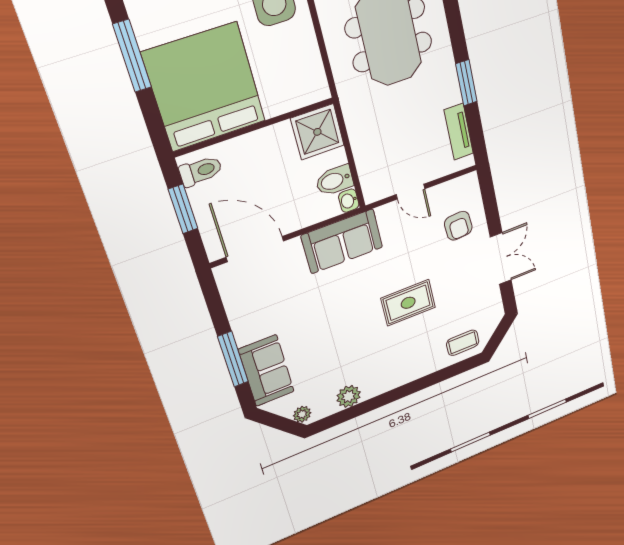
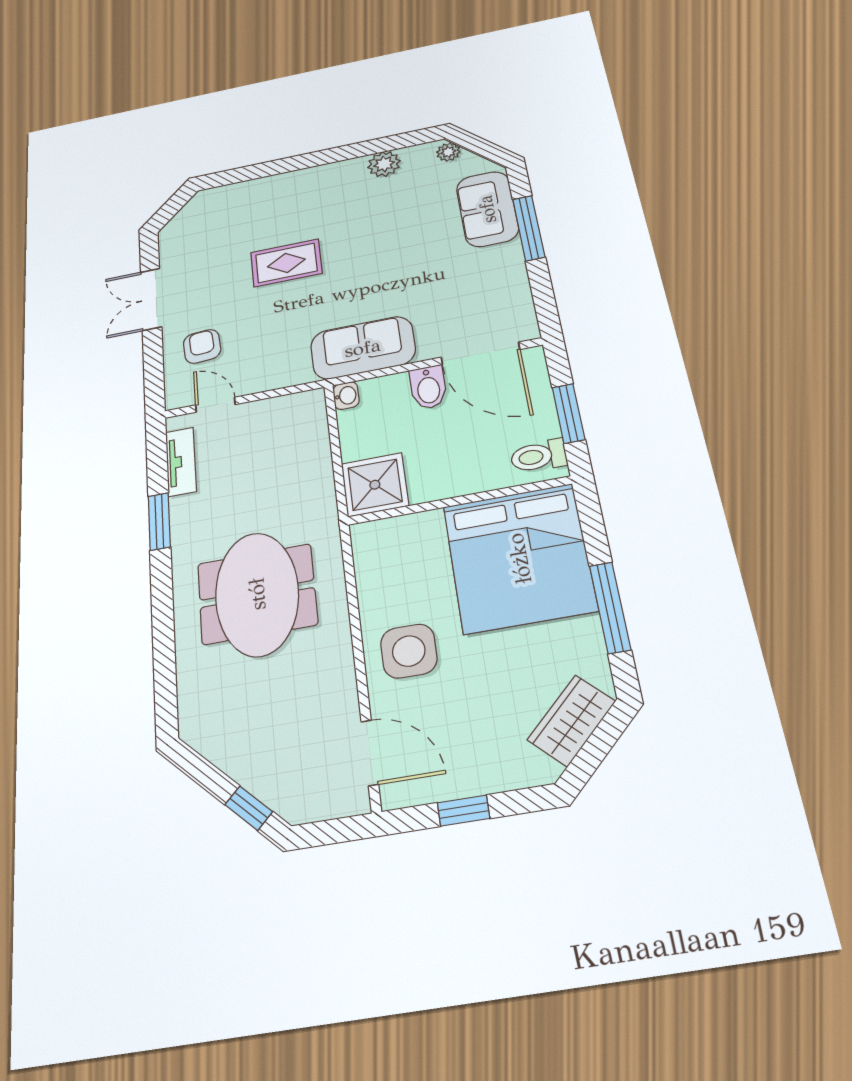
bidet: (334, 181) -> (428, 387), moved, turned 90
door: (411, 192) -> (215, 405), moved
coffee table: (463, 343) -> (221, 206), removed

